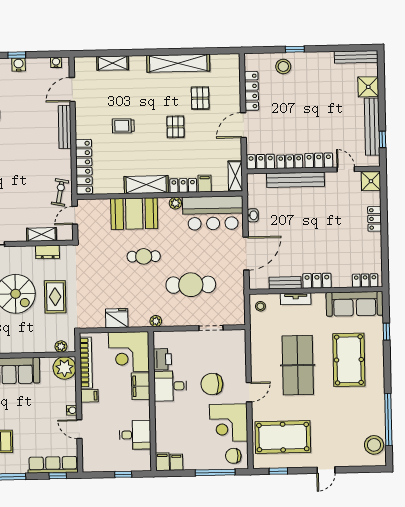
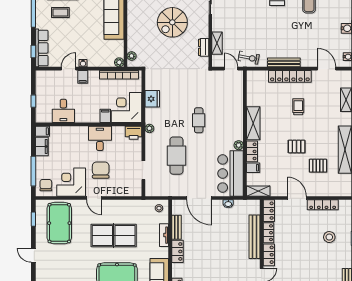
stool: (283, 66) -> (329, 237), moved
bench: (65, 127) -> (284, 62), moved
locker: (84, 167) -> (290, 76), moved
booth: (134, 214) -> (231, 114), removed
rug: (55, 297) -> (169, 52), removed
printer: (162, 359) -> (134, 133), moved
plant: (64, 368) -> (119, 62), width x0.53, depth x0.53
filing cabinet: (141, 386) -> (105, 116), width x0.50
filing cabinet: (89, 396) -> (83, 77), moved
filing cabinet: (176, 462) -> (42, 147), width x2.00

